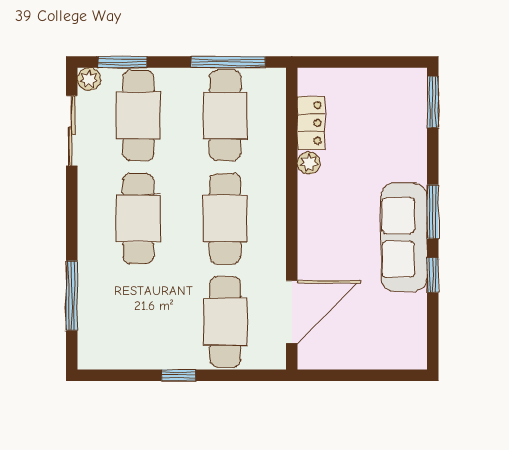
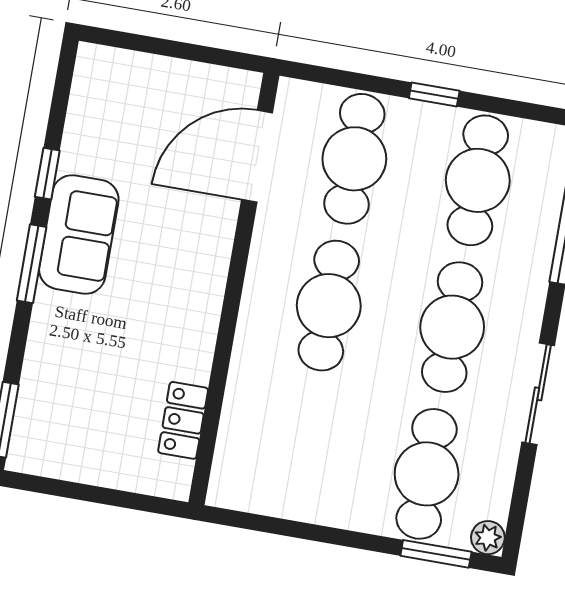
window: (228, 62) -> (286, 528), removed
cafe table: (225, 115) -> (478, 180), moved
sliding door: (72, 131) -> (538, 394), moved
plant: (309, 163) -> (196, 364), removed
sofa: (404, 237) -> (79, 234), width x0.73

